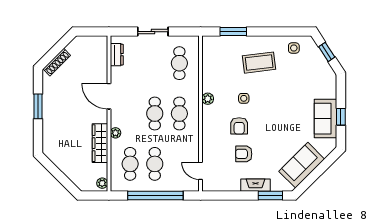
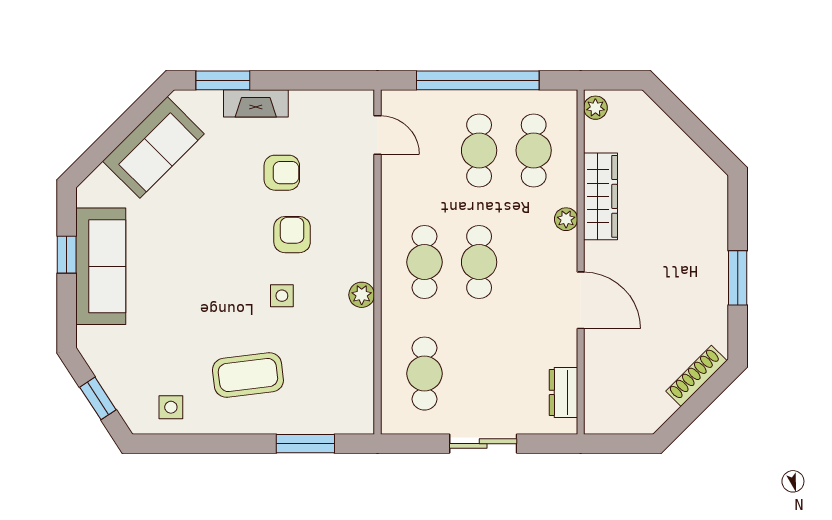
sofa: (326, 119) -> (101, 266), width x1.36

